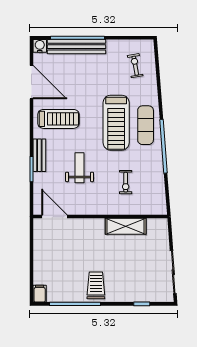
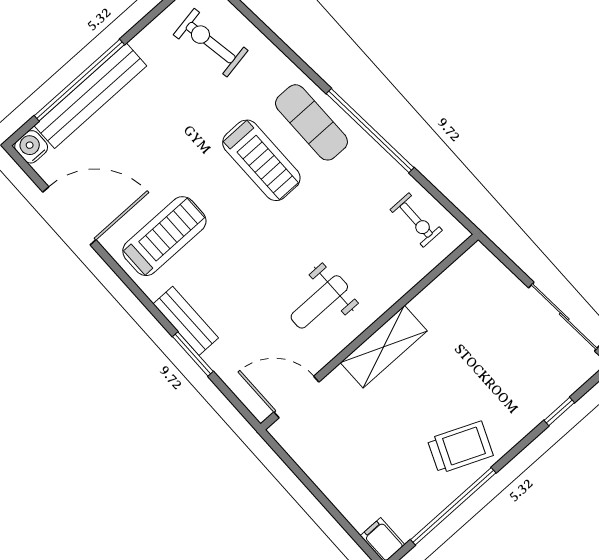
exercise bike: (135, 66) -> (211, 43), width x1.38, depth x1.39
treadmill: (116, 123) -> (261, 160), width x0.73, depth x0.73
weight bench: (80, 168) -> (319, 302), moved, turned -90
exercise bike: (126, 182) -> (416, 220), moved
shelving: (126, 226) -> (384, 347), moved
trolley: (96, 285) -> (460, 447), turned 113

